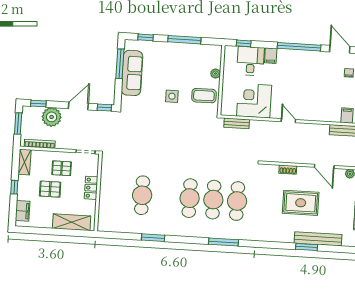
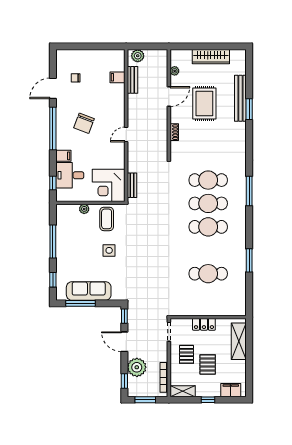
chair: (302, 79) -> (84, 123), added
corner desk: (254, 101) -> (109, 185), moved
rug: (301, 203) -> (204, 103), moved

